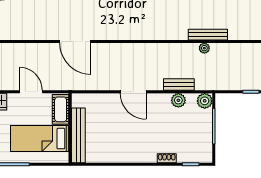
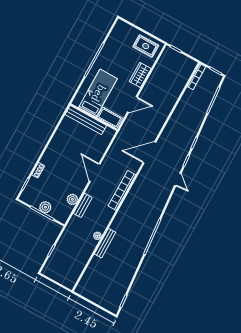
bookcase: (136, 49) -> (122, 190), added
door: (133, 92) -> (95, 172), hinge flipped
plant: (205, 101) -> (45, 207), moved

